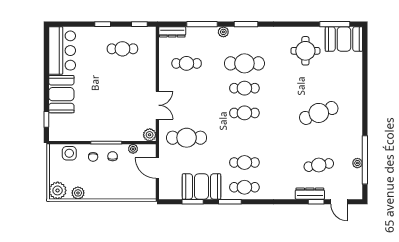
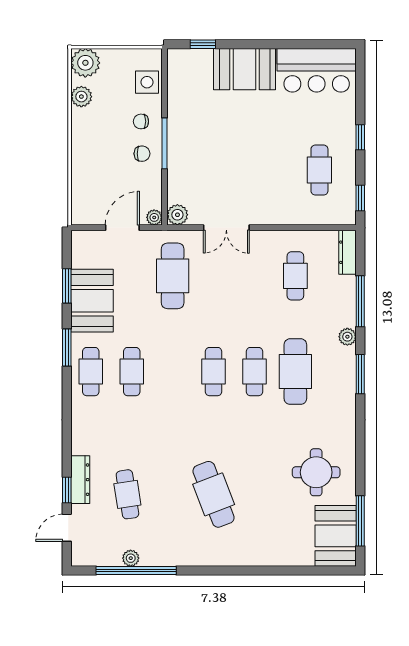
plant: (133, 149) -> (154, 217), moved

